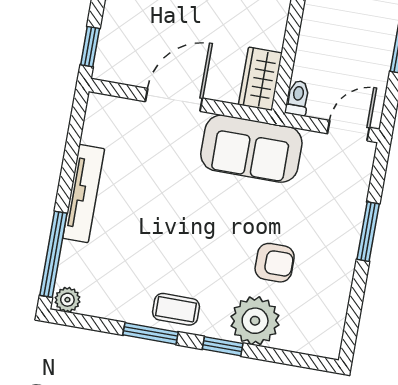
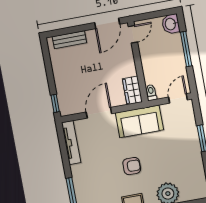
tv unit: (84, 194) -> (71, 143), moved
armchair: (275, 263) -> (132, 166), moved

